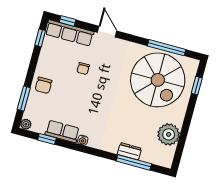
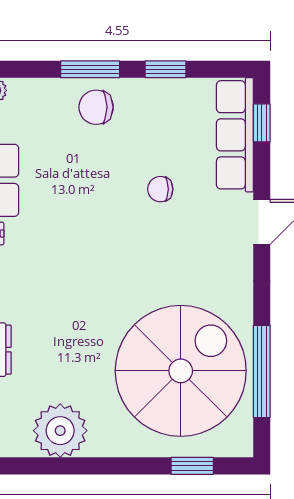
window: (40, 38) -> (165, 69), moved
spiral stairs: (158, 80) -> (181, 371), turned 180
window: (24, 99) -> (90, 69), moved

